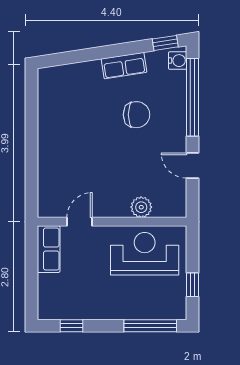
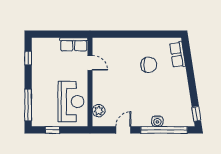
water cooler: (178, 61) -> (157, 121), moved
row of seats: (124, 66) -> (178, 55), moved
chair: (137, 115) -> (149, 65), moved, turned -90
plant: (141, 207) -> (99, 111), moved

